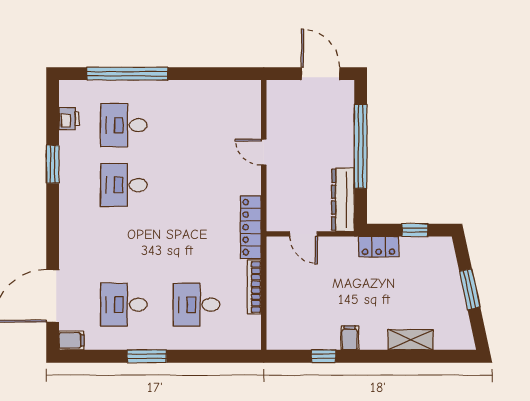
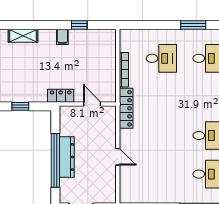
dresser: (343, 200) -> (67, 157), moved
locker: (379, 247) -> (61, 96), moved

